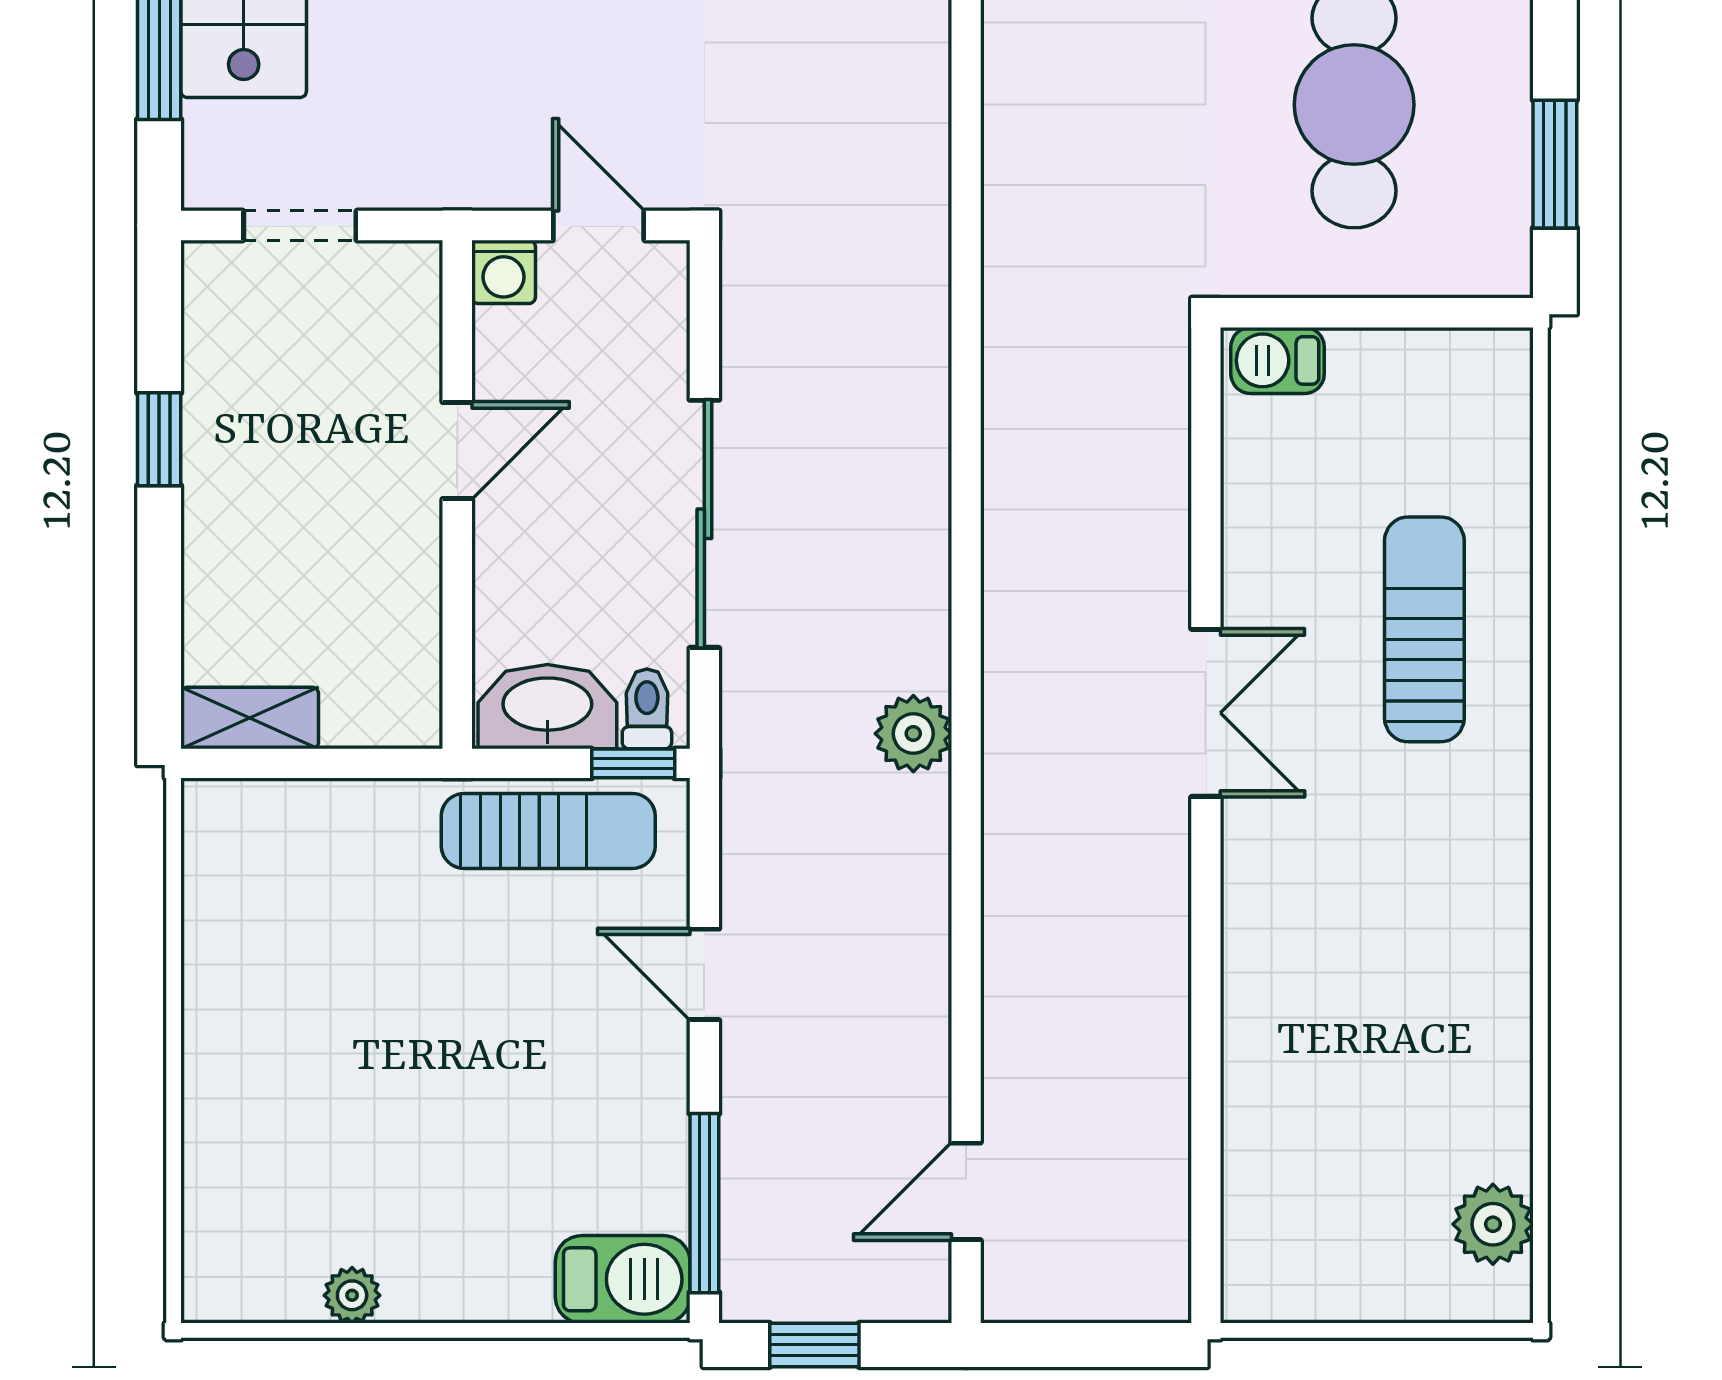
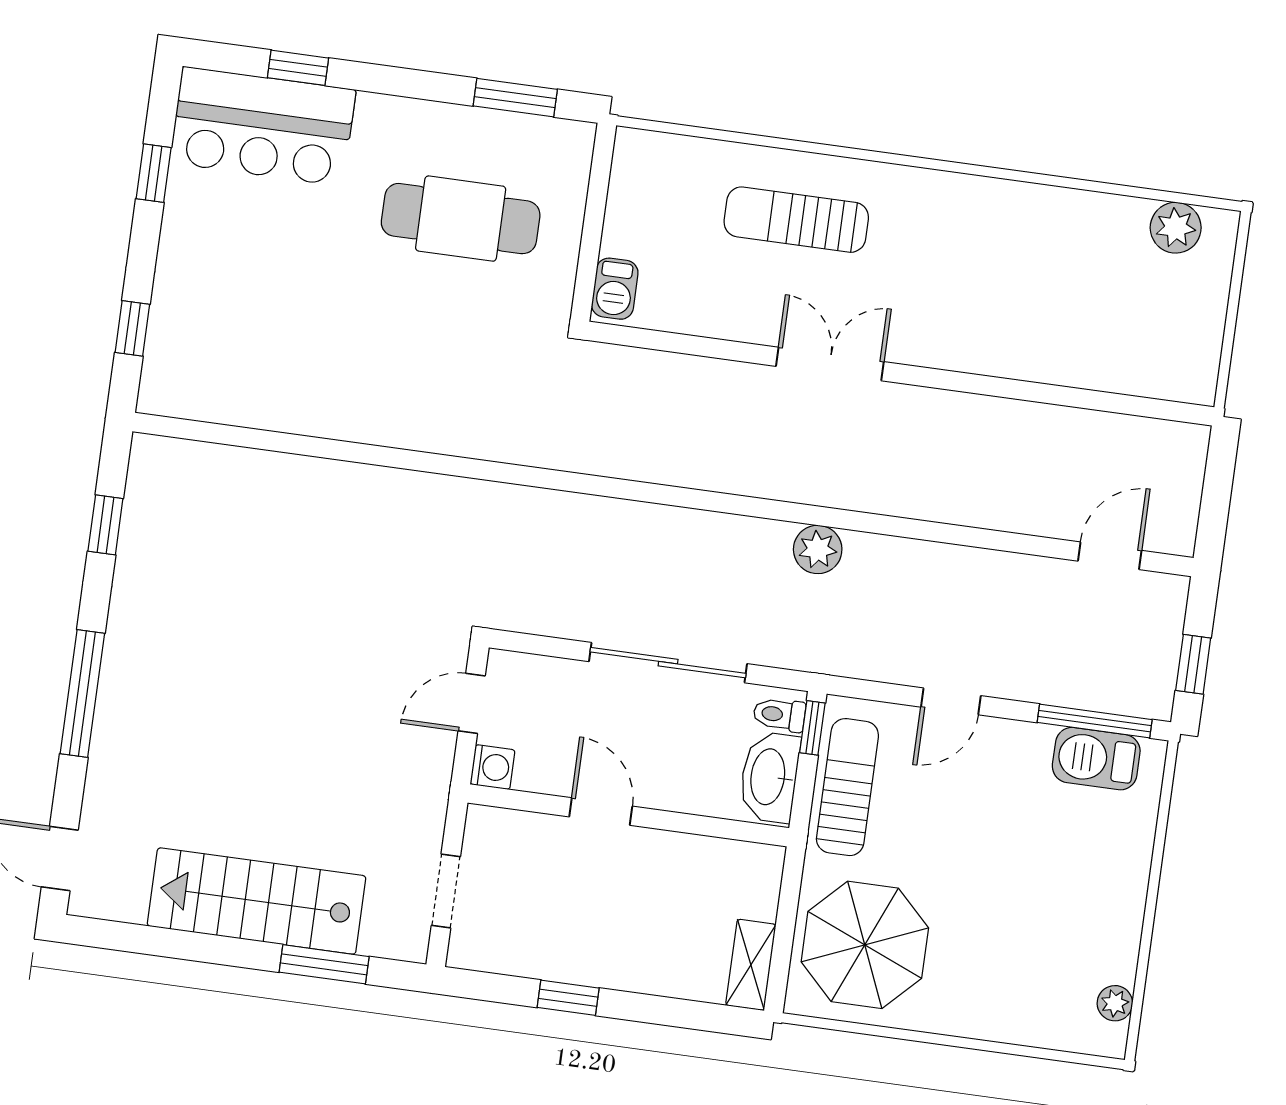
parasol: (305, 892) -> (865, 945), added
door: (966, 1191) -> (1110, 556), swing flipped
barbecue: (623, 1279) -> (1096, 759), moved, turned -90
plant: (352, 1295) -> (1115, 1003), moved

